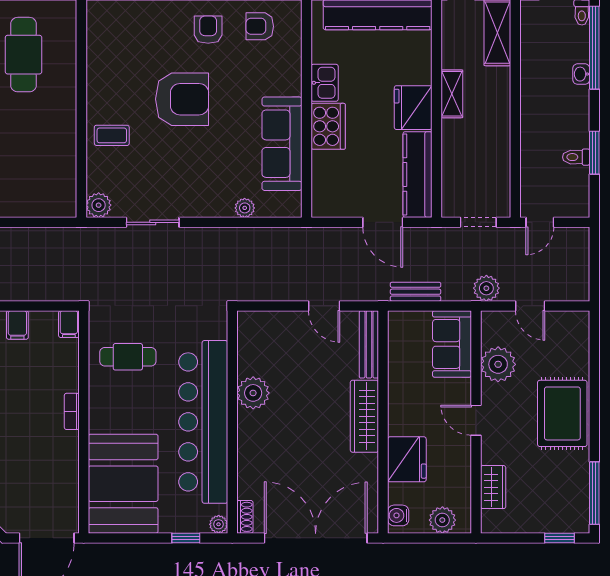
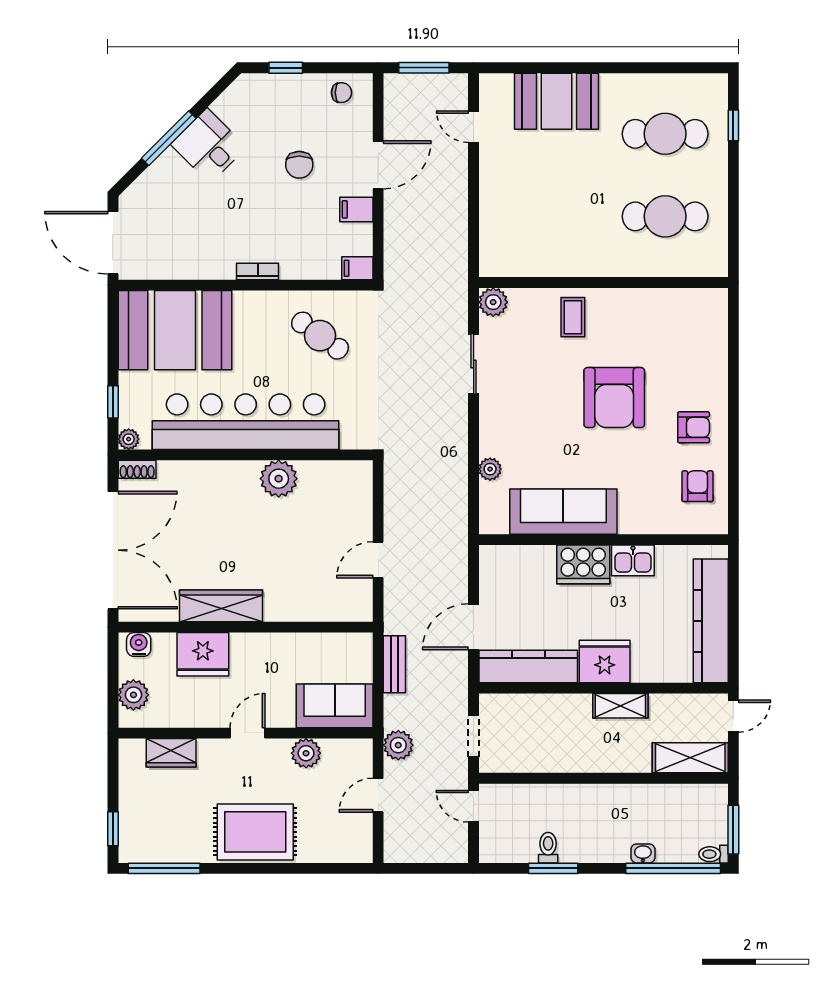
bench: (369, 344) -> (334, 611), removed
cafe table: (128, 357) -> (320, 336), turned -54
plant: (498, 364) -> (306, 753), width x0.73, depth x0.73
wardrobe: (364, 416) -> (221, 606), moved

